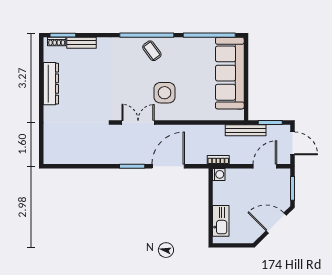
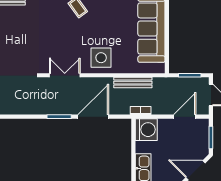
side table: (165, 93) -> (101, 58), moved
bench: (246, 130) -> (133, 83), moved
washing machine: (219, 174) -> (146, 130), width x1.89, depth x1.89

